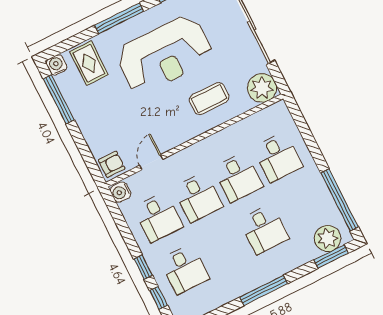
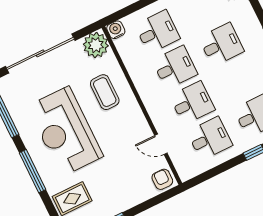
reception desk: (165, 54) -> (65, 131), turned 180
water cooler: (120, 192) -> (116, 30), moved, turned 180

